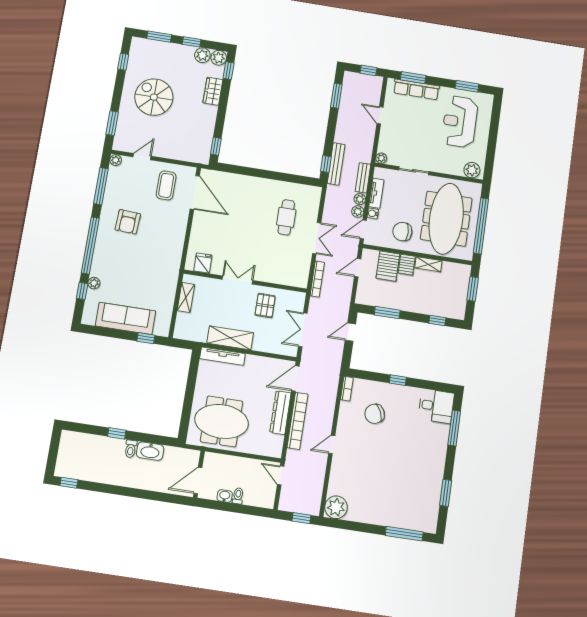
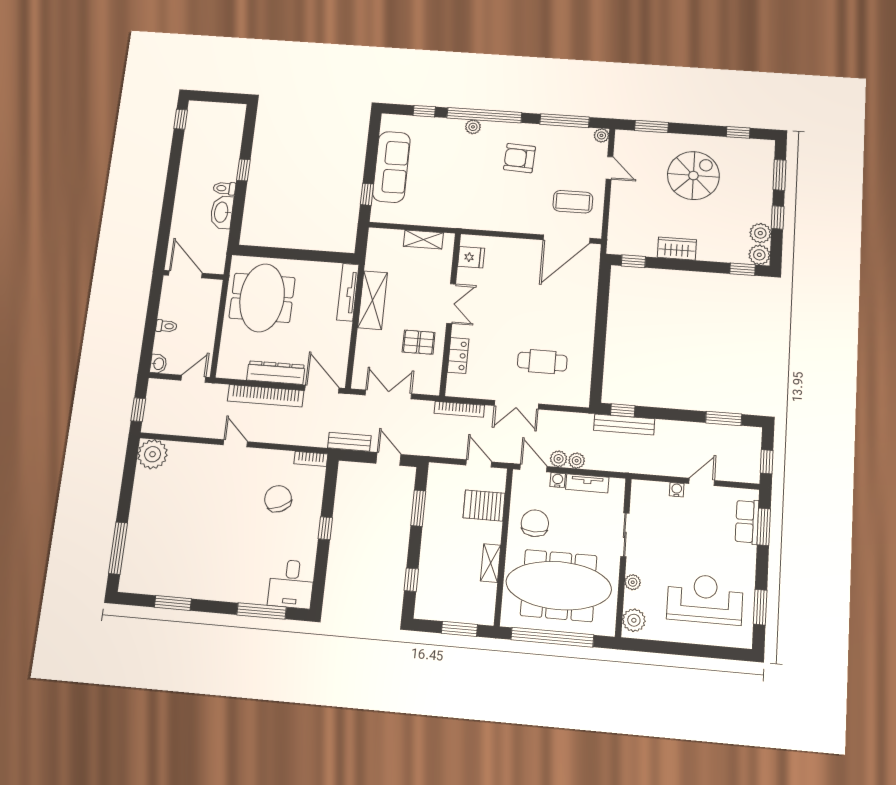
row of seats: (416, 89) -> (747, 522), width x0.68
wardrobe: (213, 91) -> (677, 249), moved
water cooler: (384, 133) -> (677, 490), added
plant: (381, 158) -> (633, 582), moved
bench: (363, 178) -> (349, 442), moved
server rack: (407, 265) -> (488, 532), removed
locker: (277, 277) -> (458, 356), added
plant: (94, 283) -> (473, 127), moved
washbasin: (225, 496) -> (158, 364), moved

